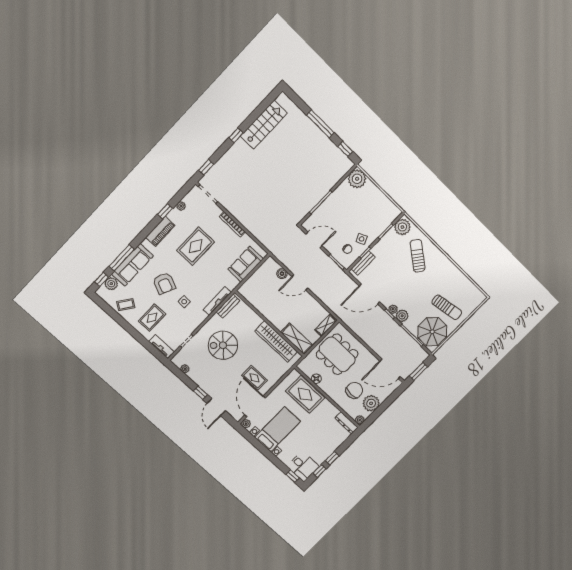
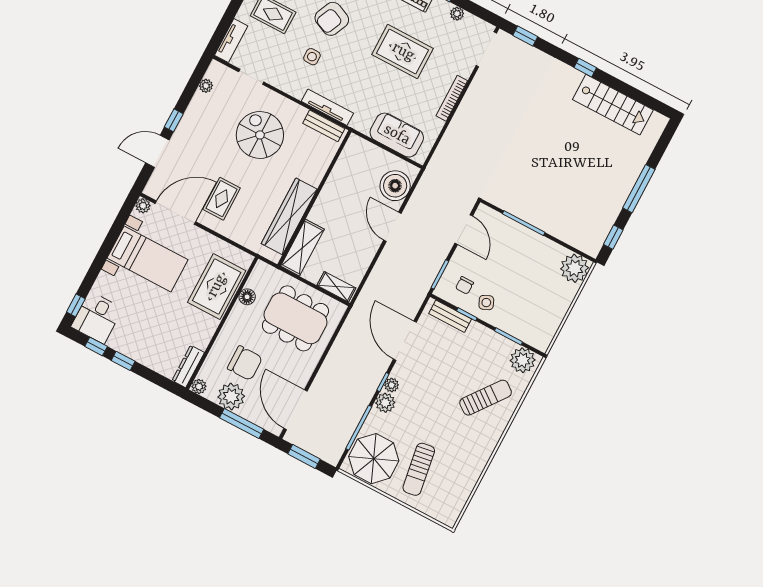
boiler: (282, 274) -> (395, 186), width x1.86, depth x1.86
dining table: (337, 354) -> (295, 318), turned 90
window: (388, 402) -> (242, 424), added

